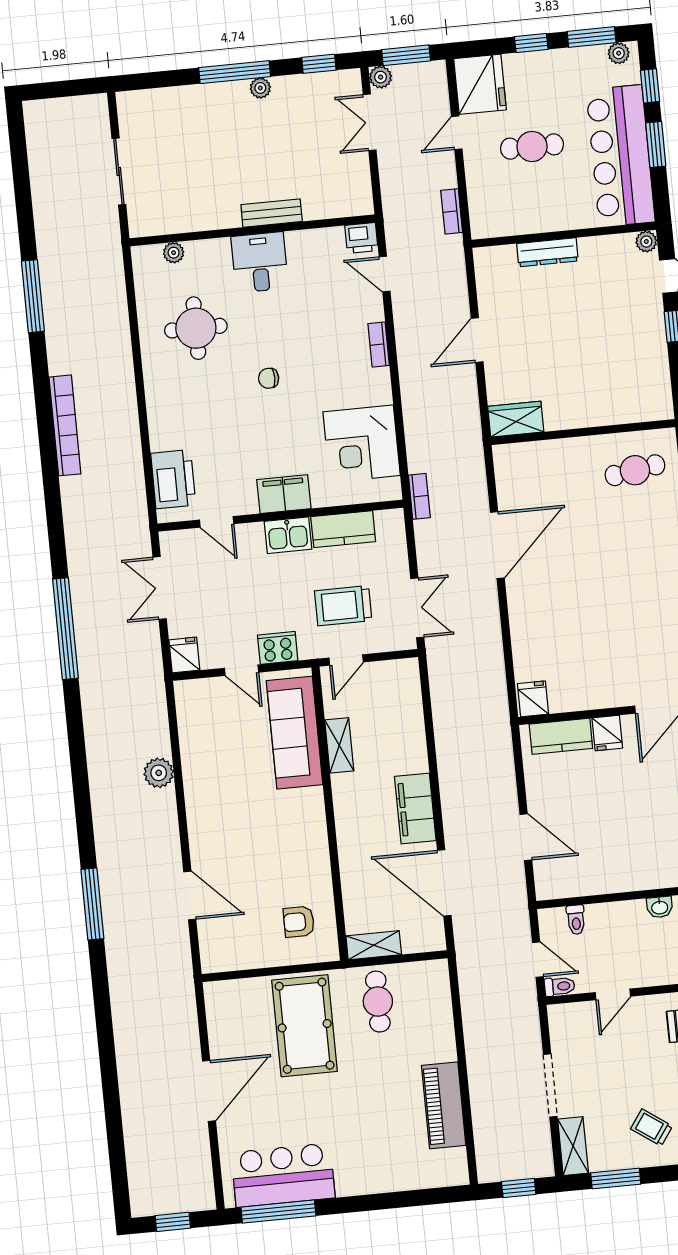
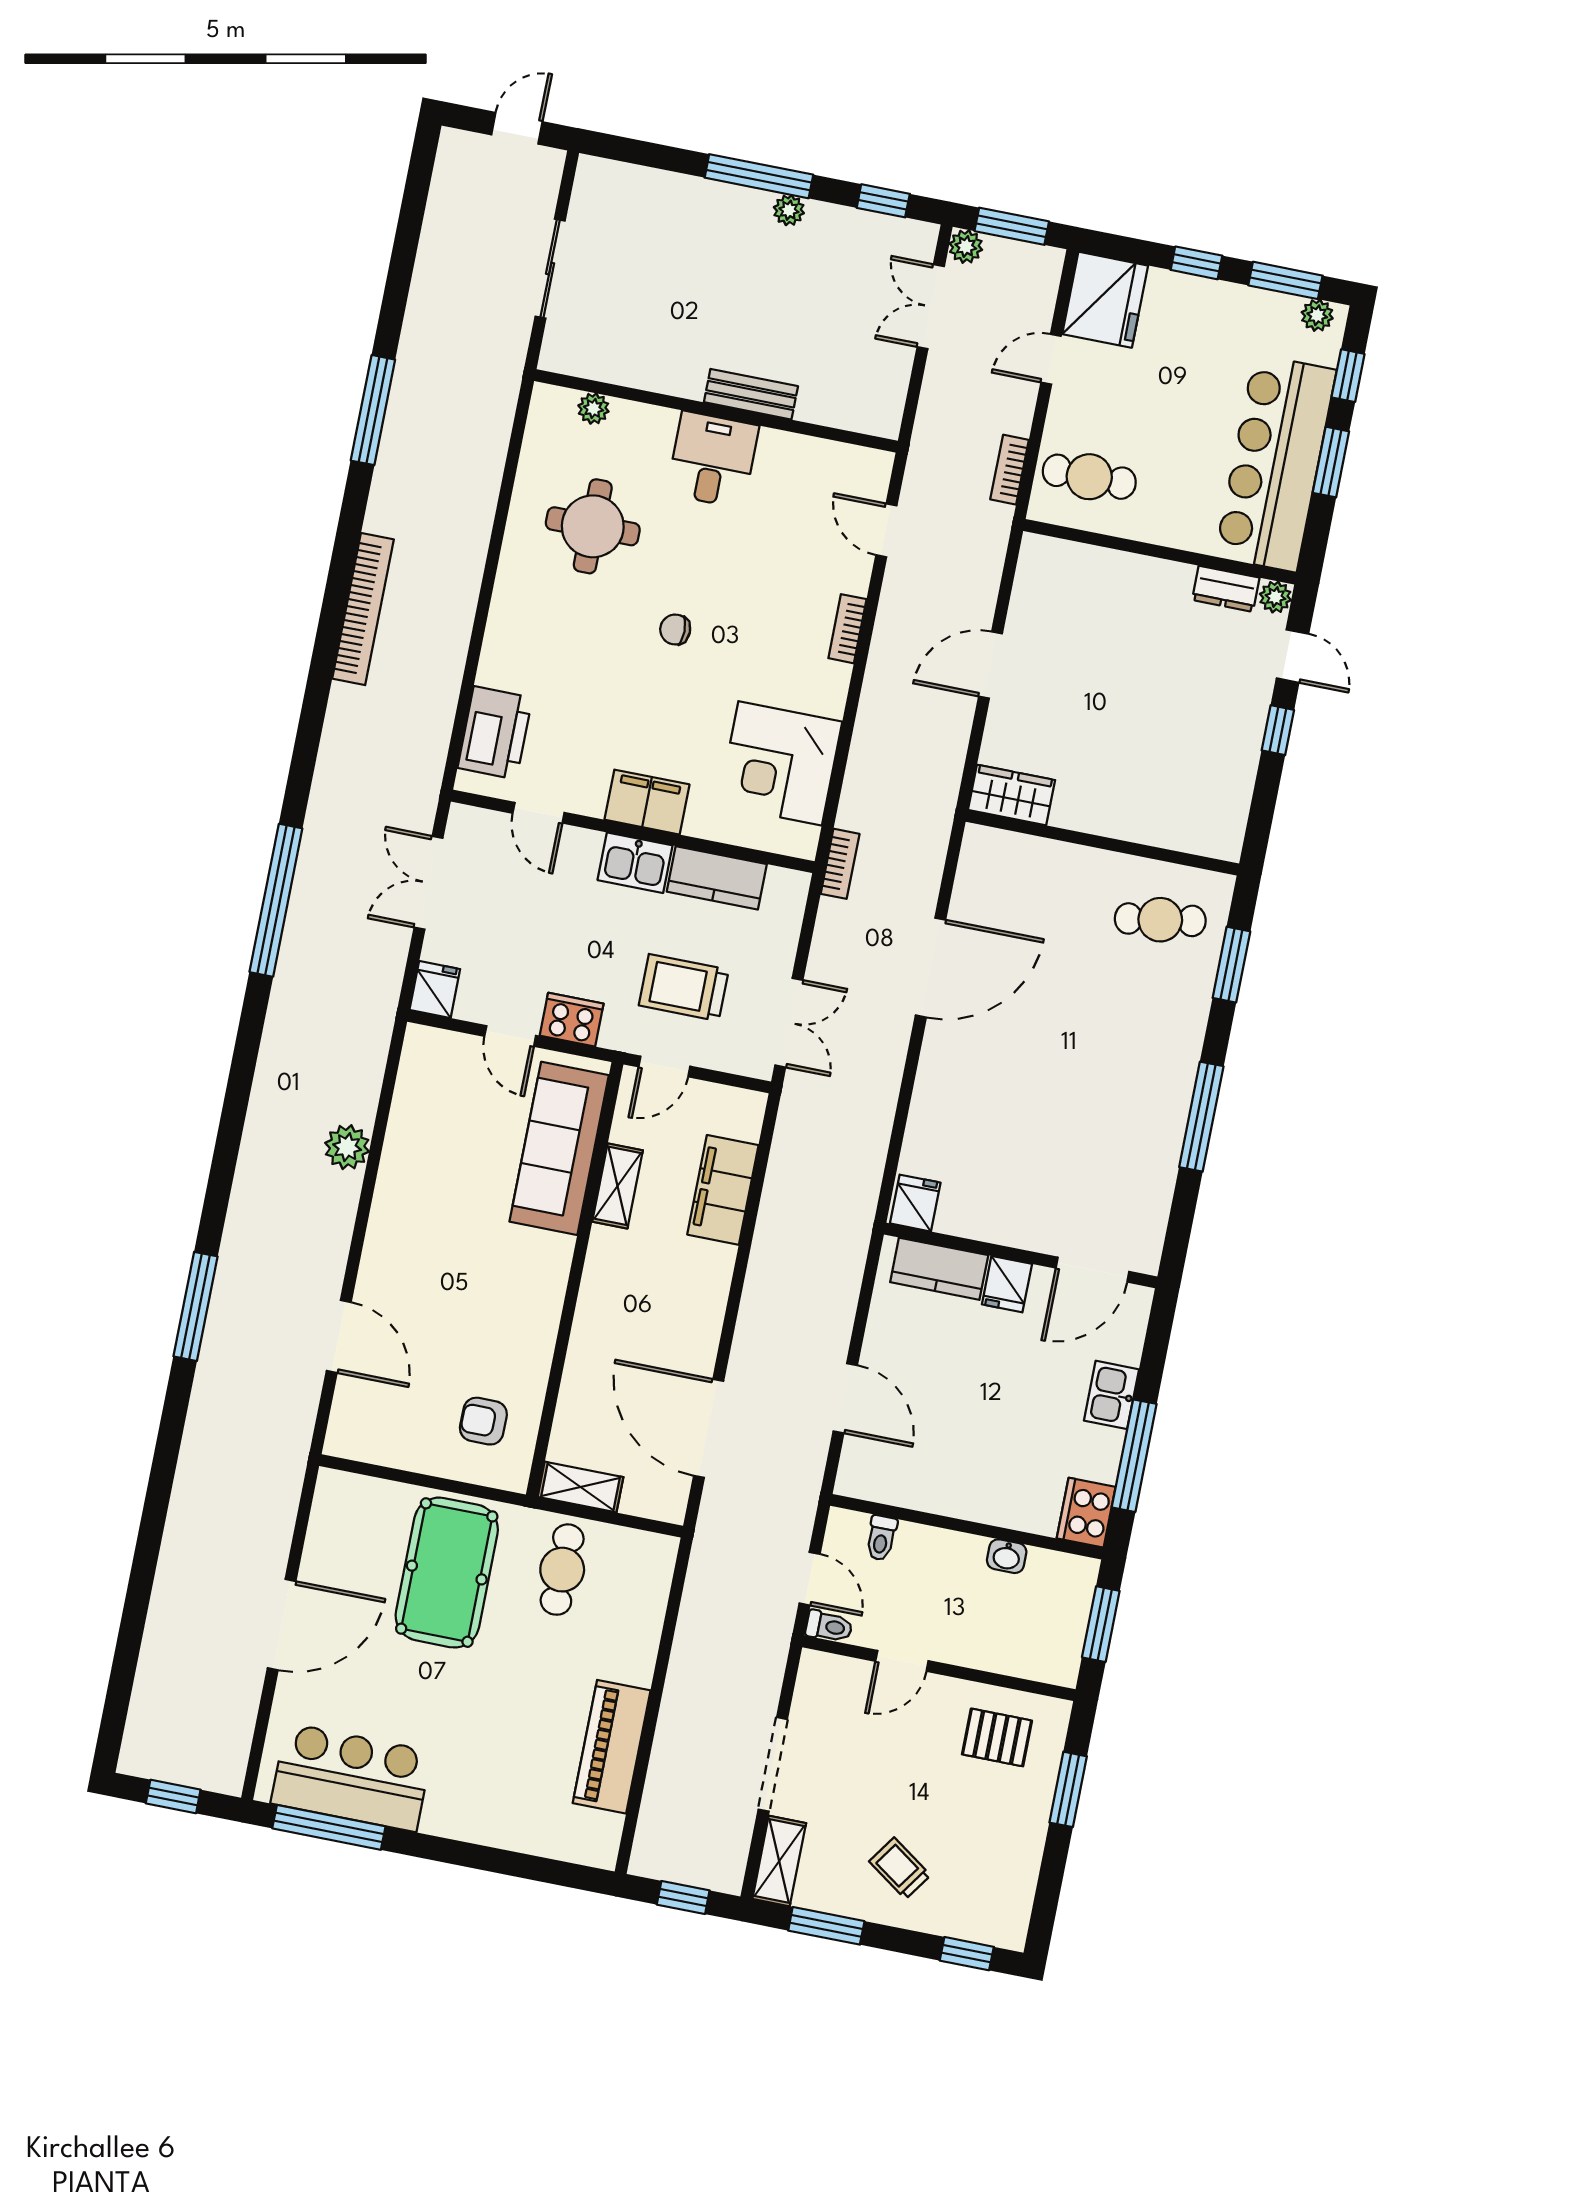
door: (70, 88) -> (517, 128), added
cafe table: (532, 146) -> (1089, 477), moved
printer: (361, 238) -> (869, 469), removed
dresser: (548, 252) -> (1226, 589), moved, width x0.70
filing cabinet: (415, 809) -> (723, 1190), moved

